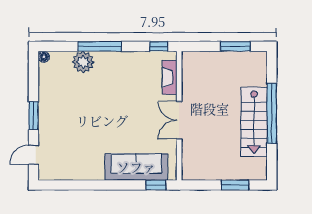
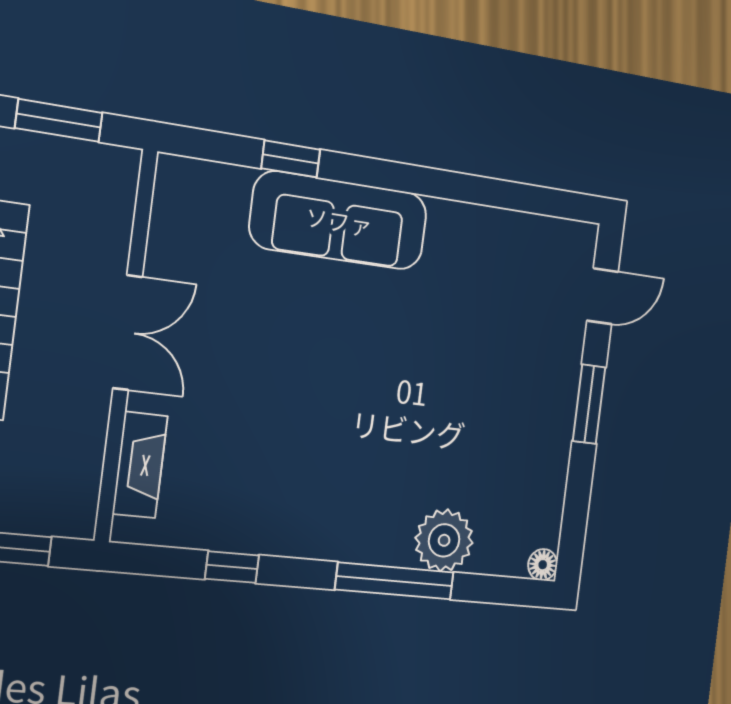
fireplace: (170, 77) -> (140, 465), moved
wall: (179, 116) -> (126, 346), moved
double door: (179, 120) -> (128, 332), moved

